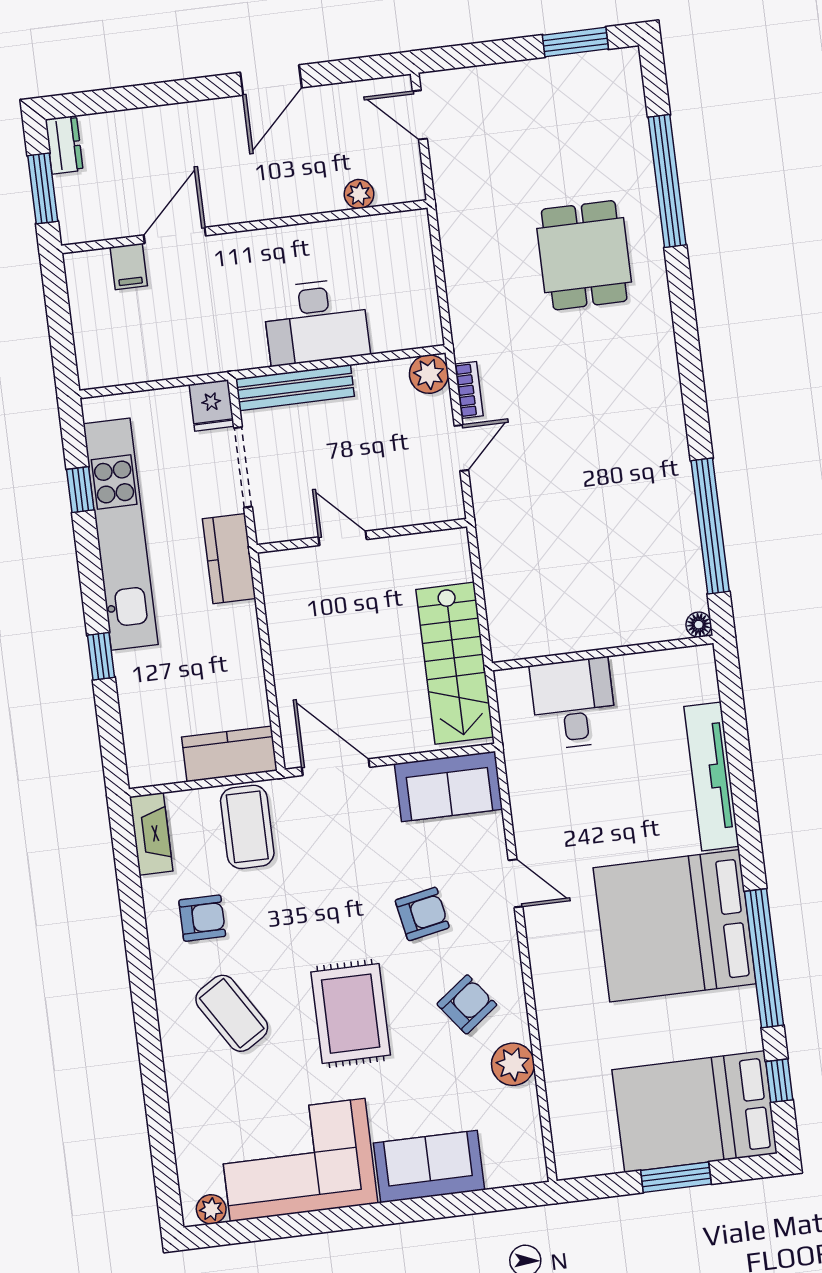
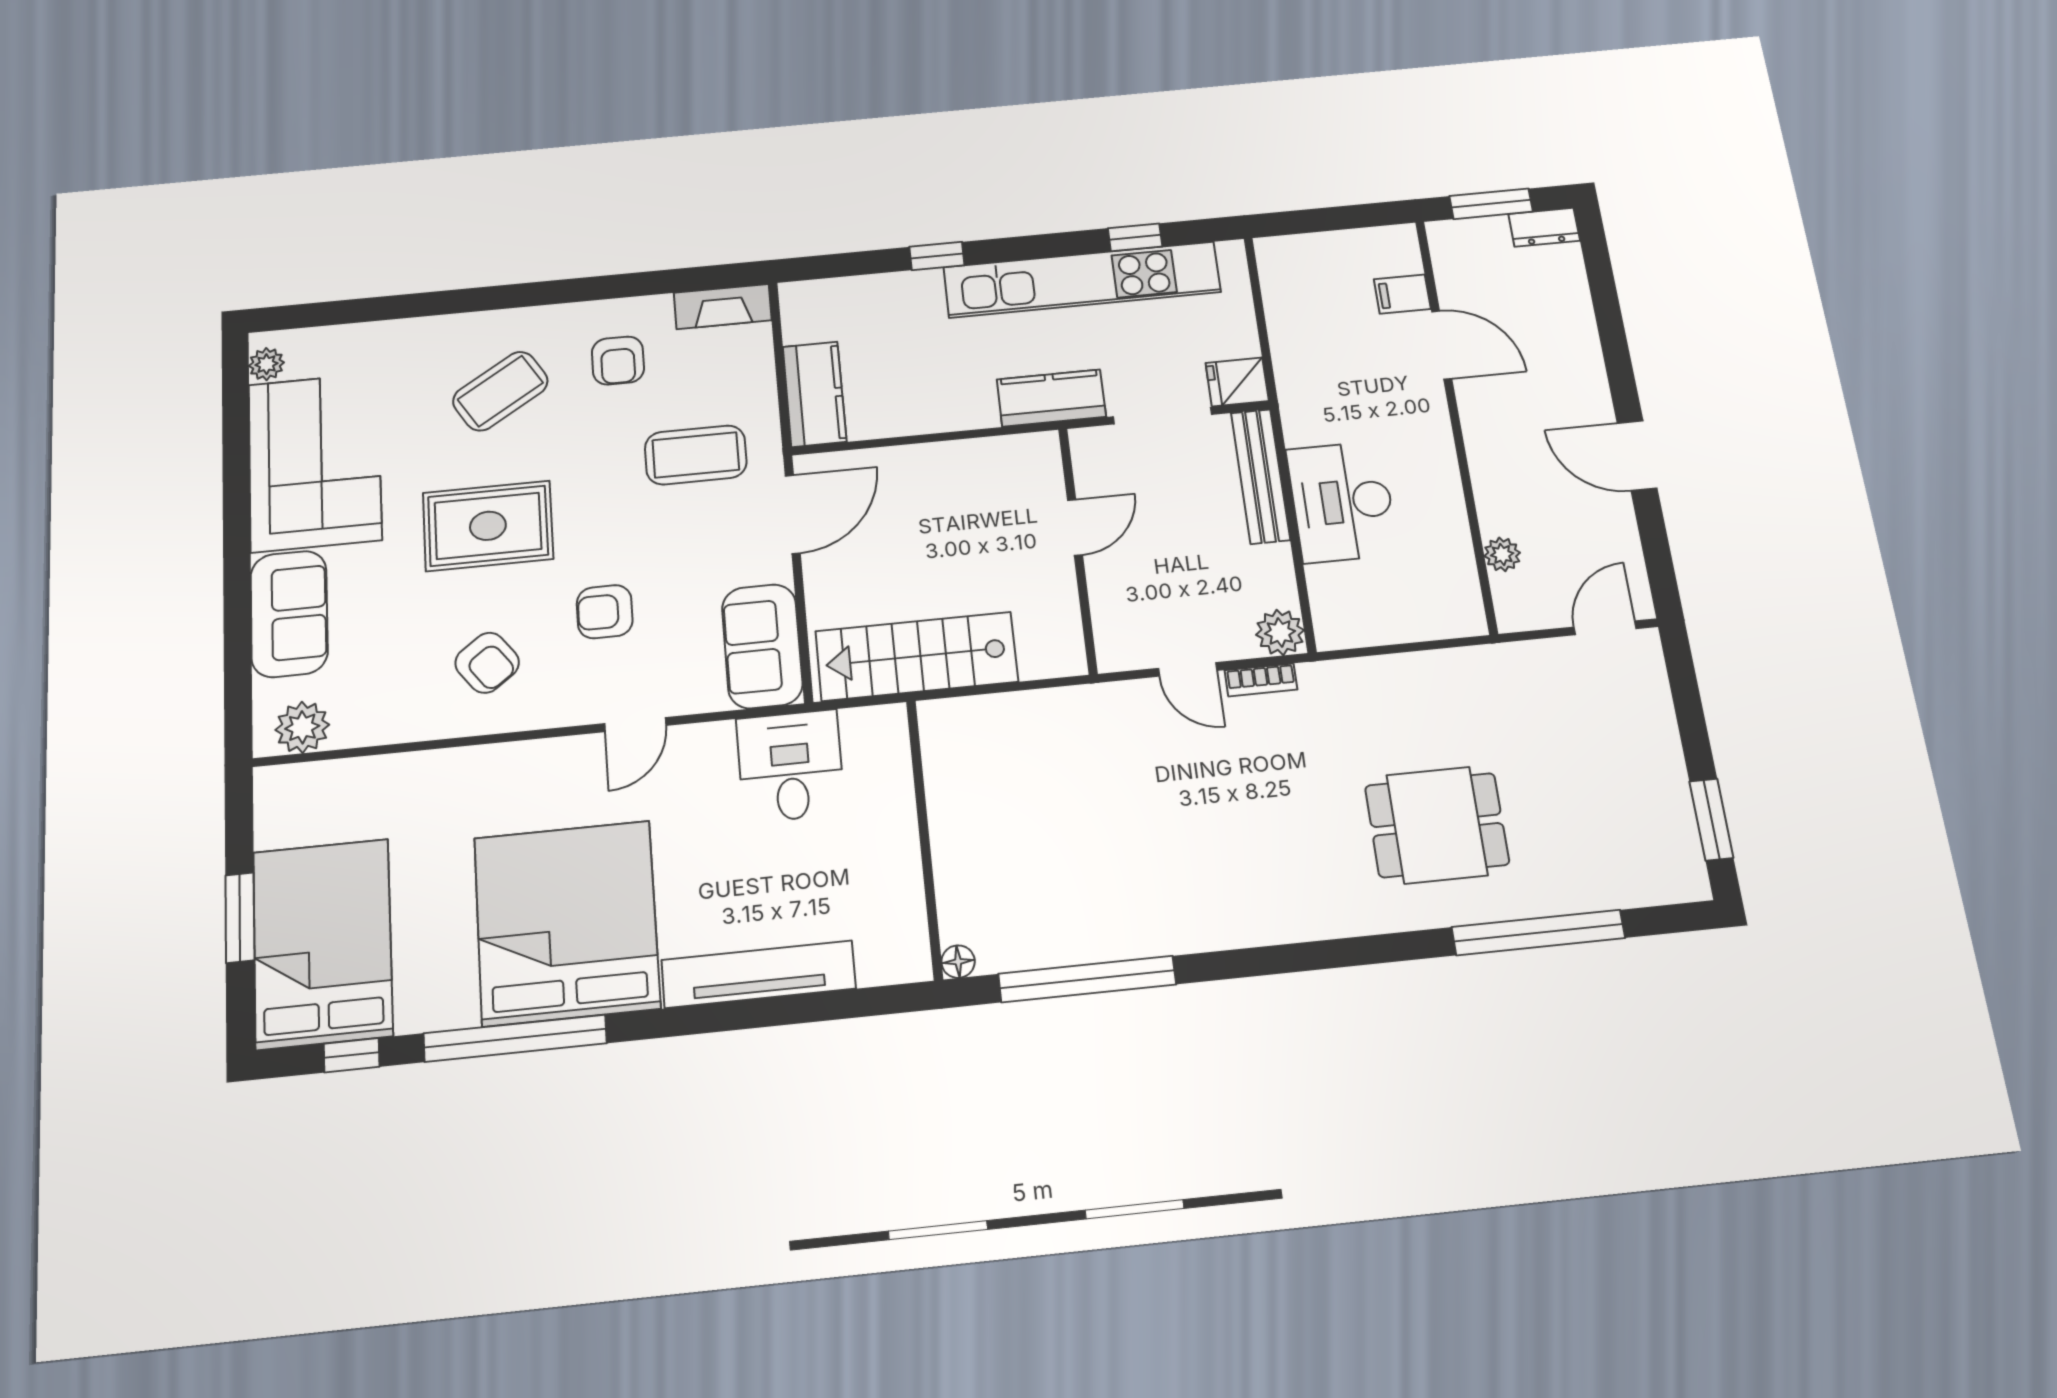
desk: (574, 703) -> (790, 766), moved, turned -90
coffee table: (247, 827) -> (696, 455), moved
armchair: (422, 914) -> (605, 612), turned 101
plant: (513, 1064) -> (302, 727), moved

